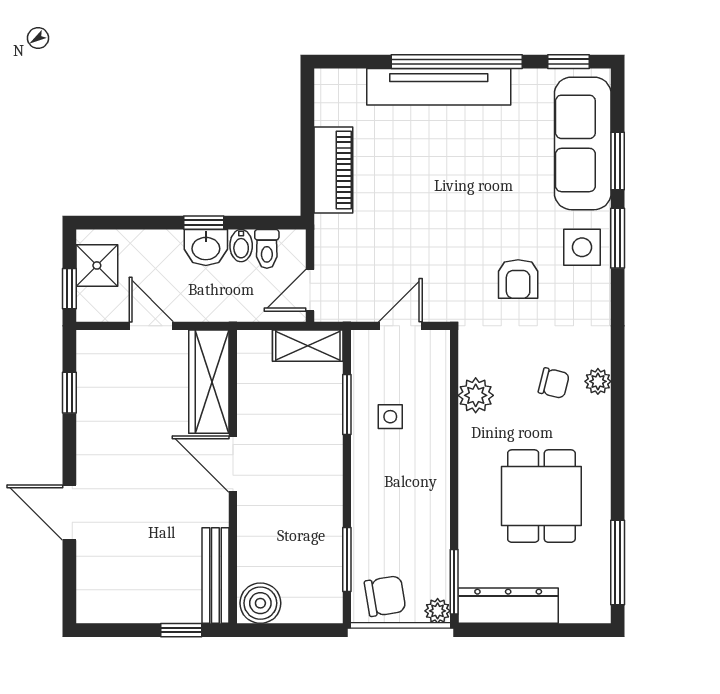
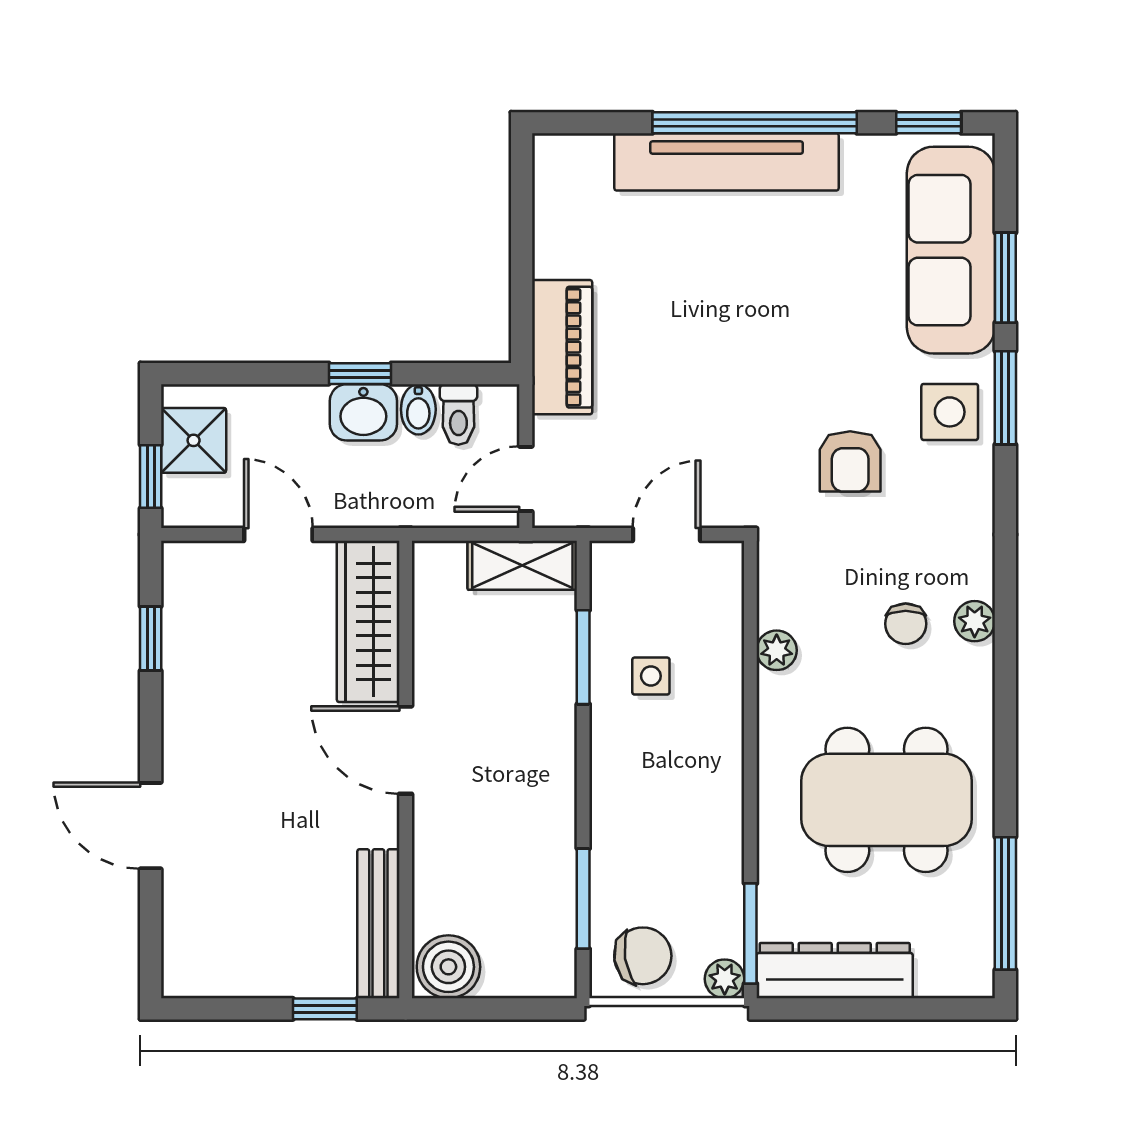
piano: (333, 170) -> (562, 347), moved
chair: (554, 383) -> (906, 624), turned 76
plant: (476, 395) -> (777, 650), width x0.73, depth x0.73
dining table: (541, 496) -> (887, 800), width x1.38

